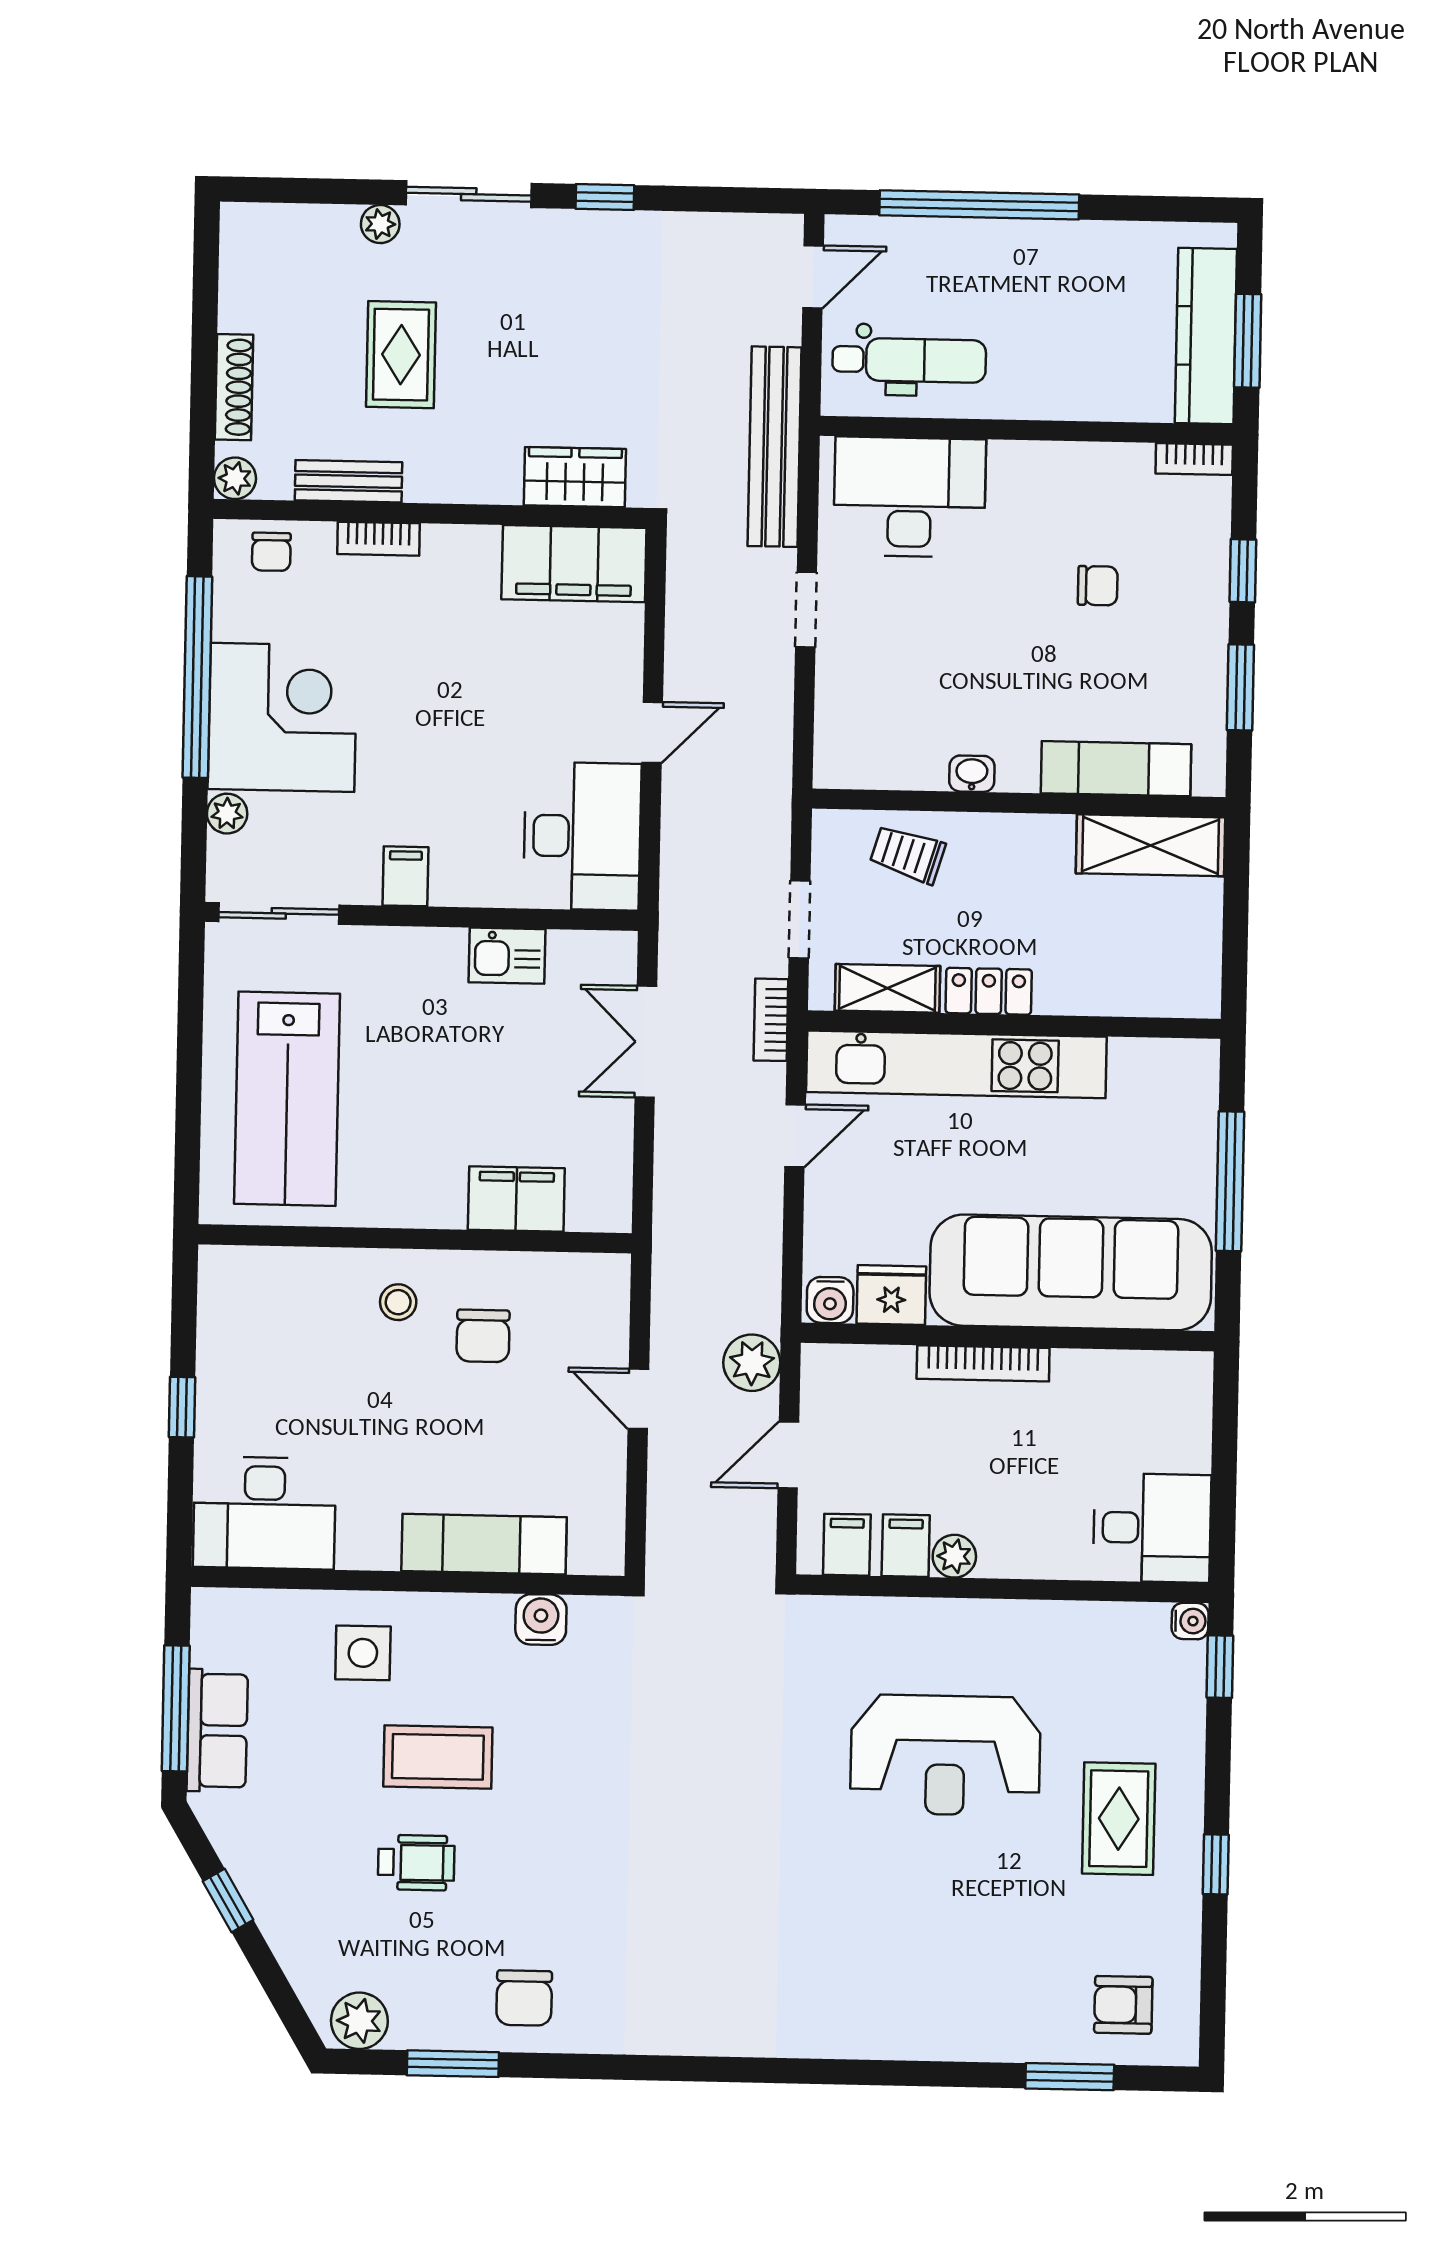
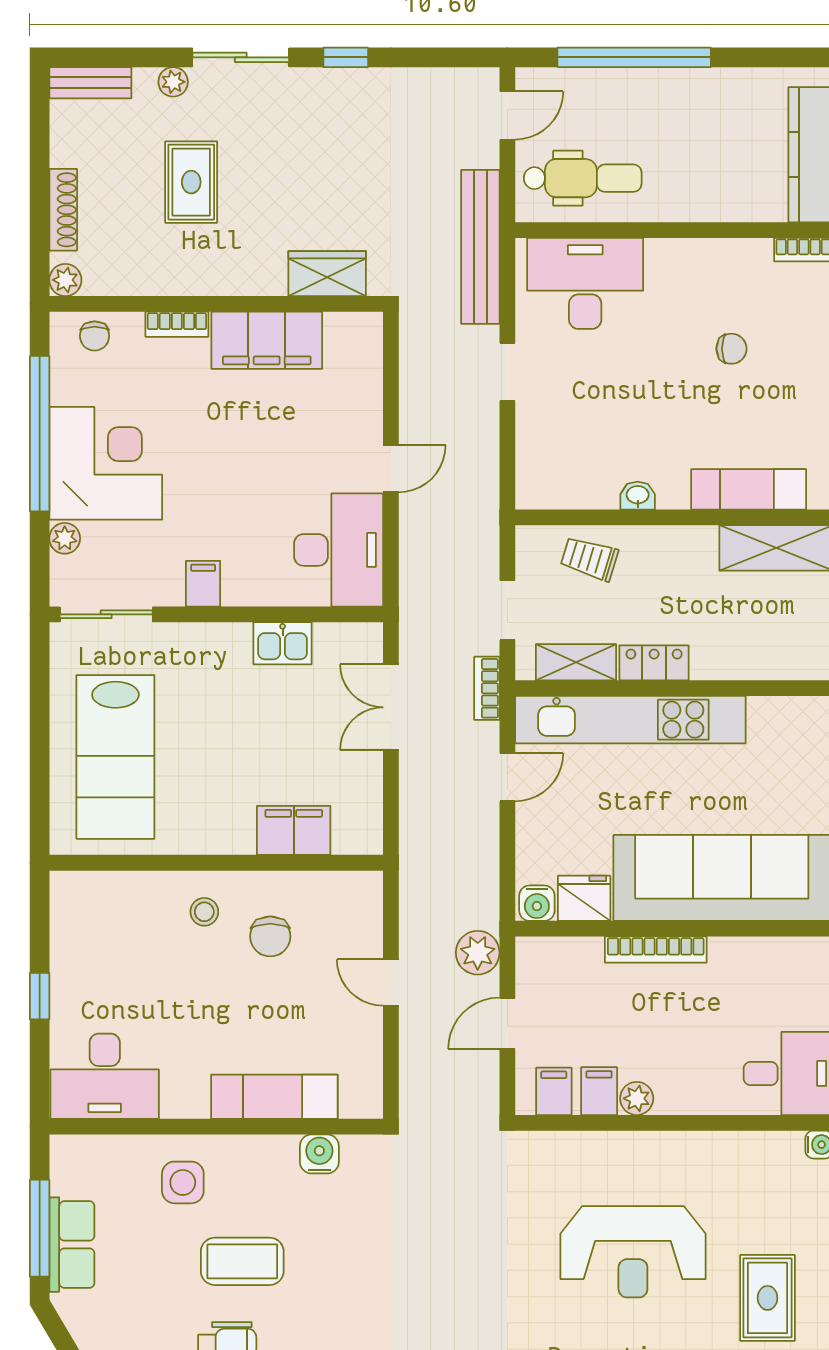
bench: (348, 481) -> (90, 83), moved
filing cabinet: (574, 564) -> (267, 340), moved

